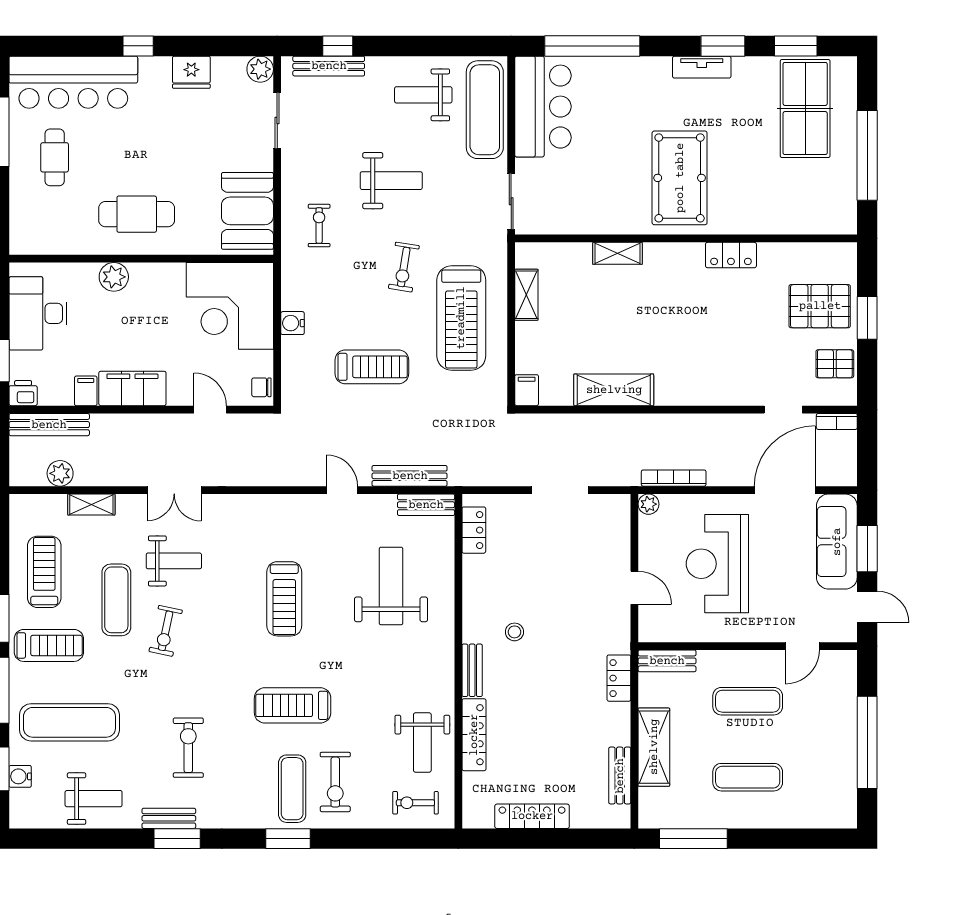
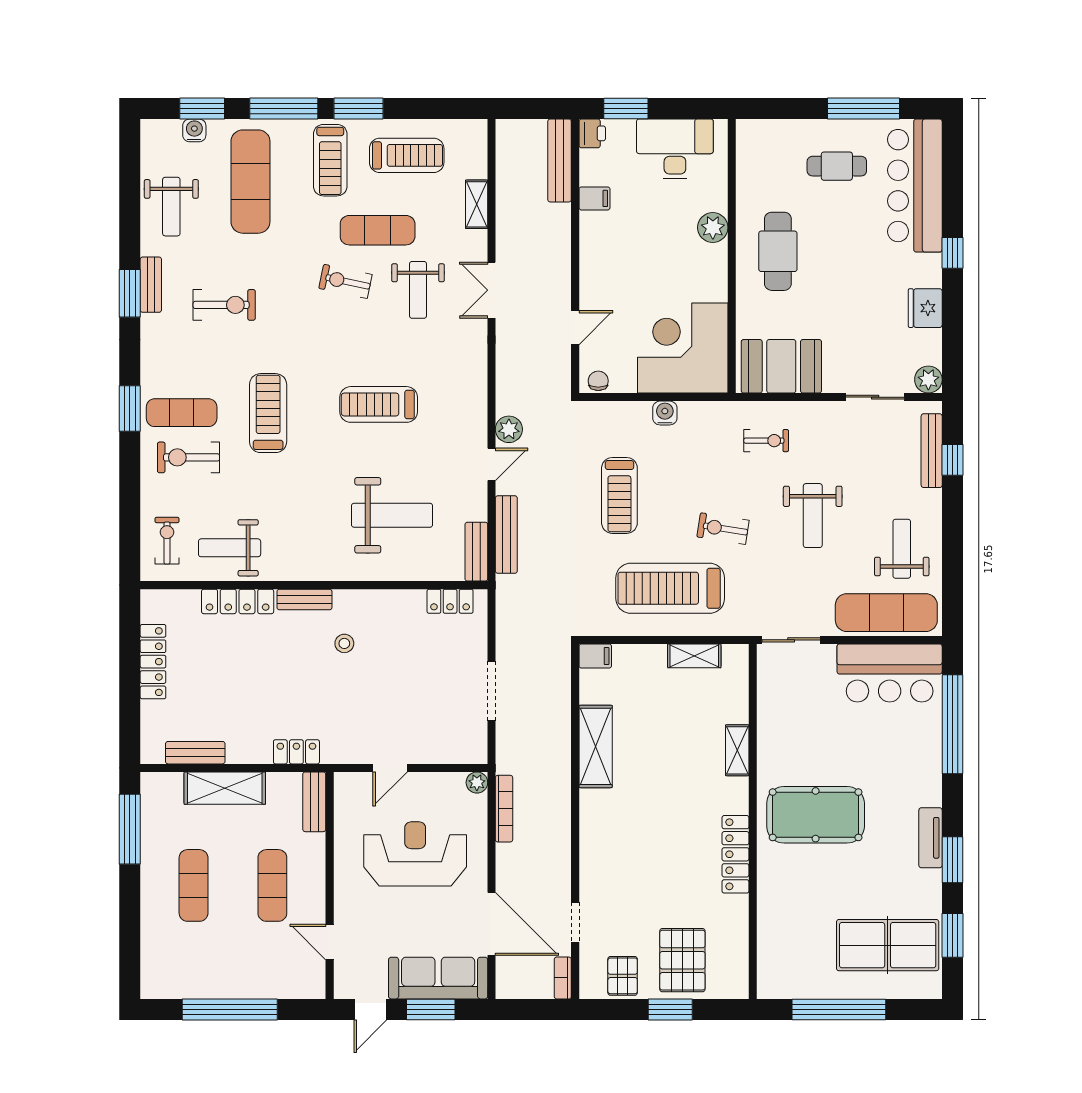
locker: (731, 255) -> (735, 854), width x1.53
filing cabinet: (132, 388) -> (597, 247), removed
plant: (60, 473) -> (509, 429), moved

